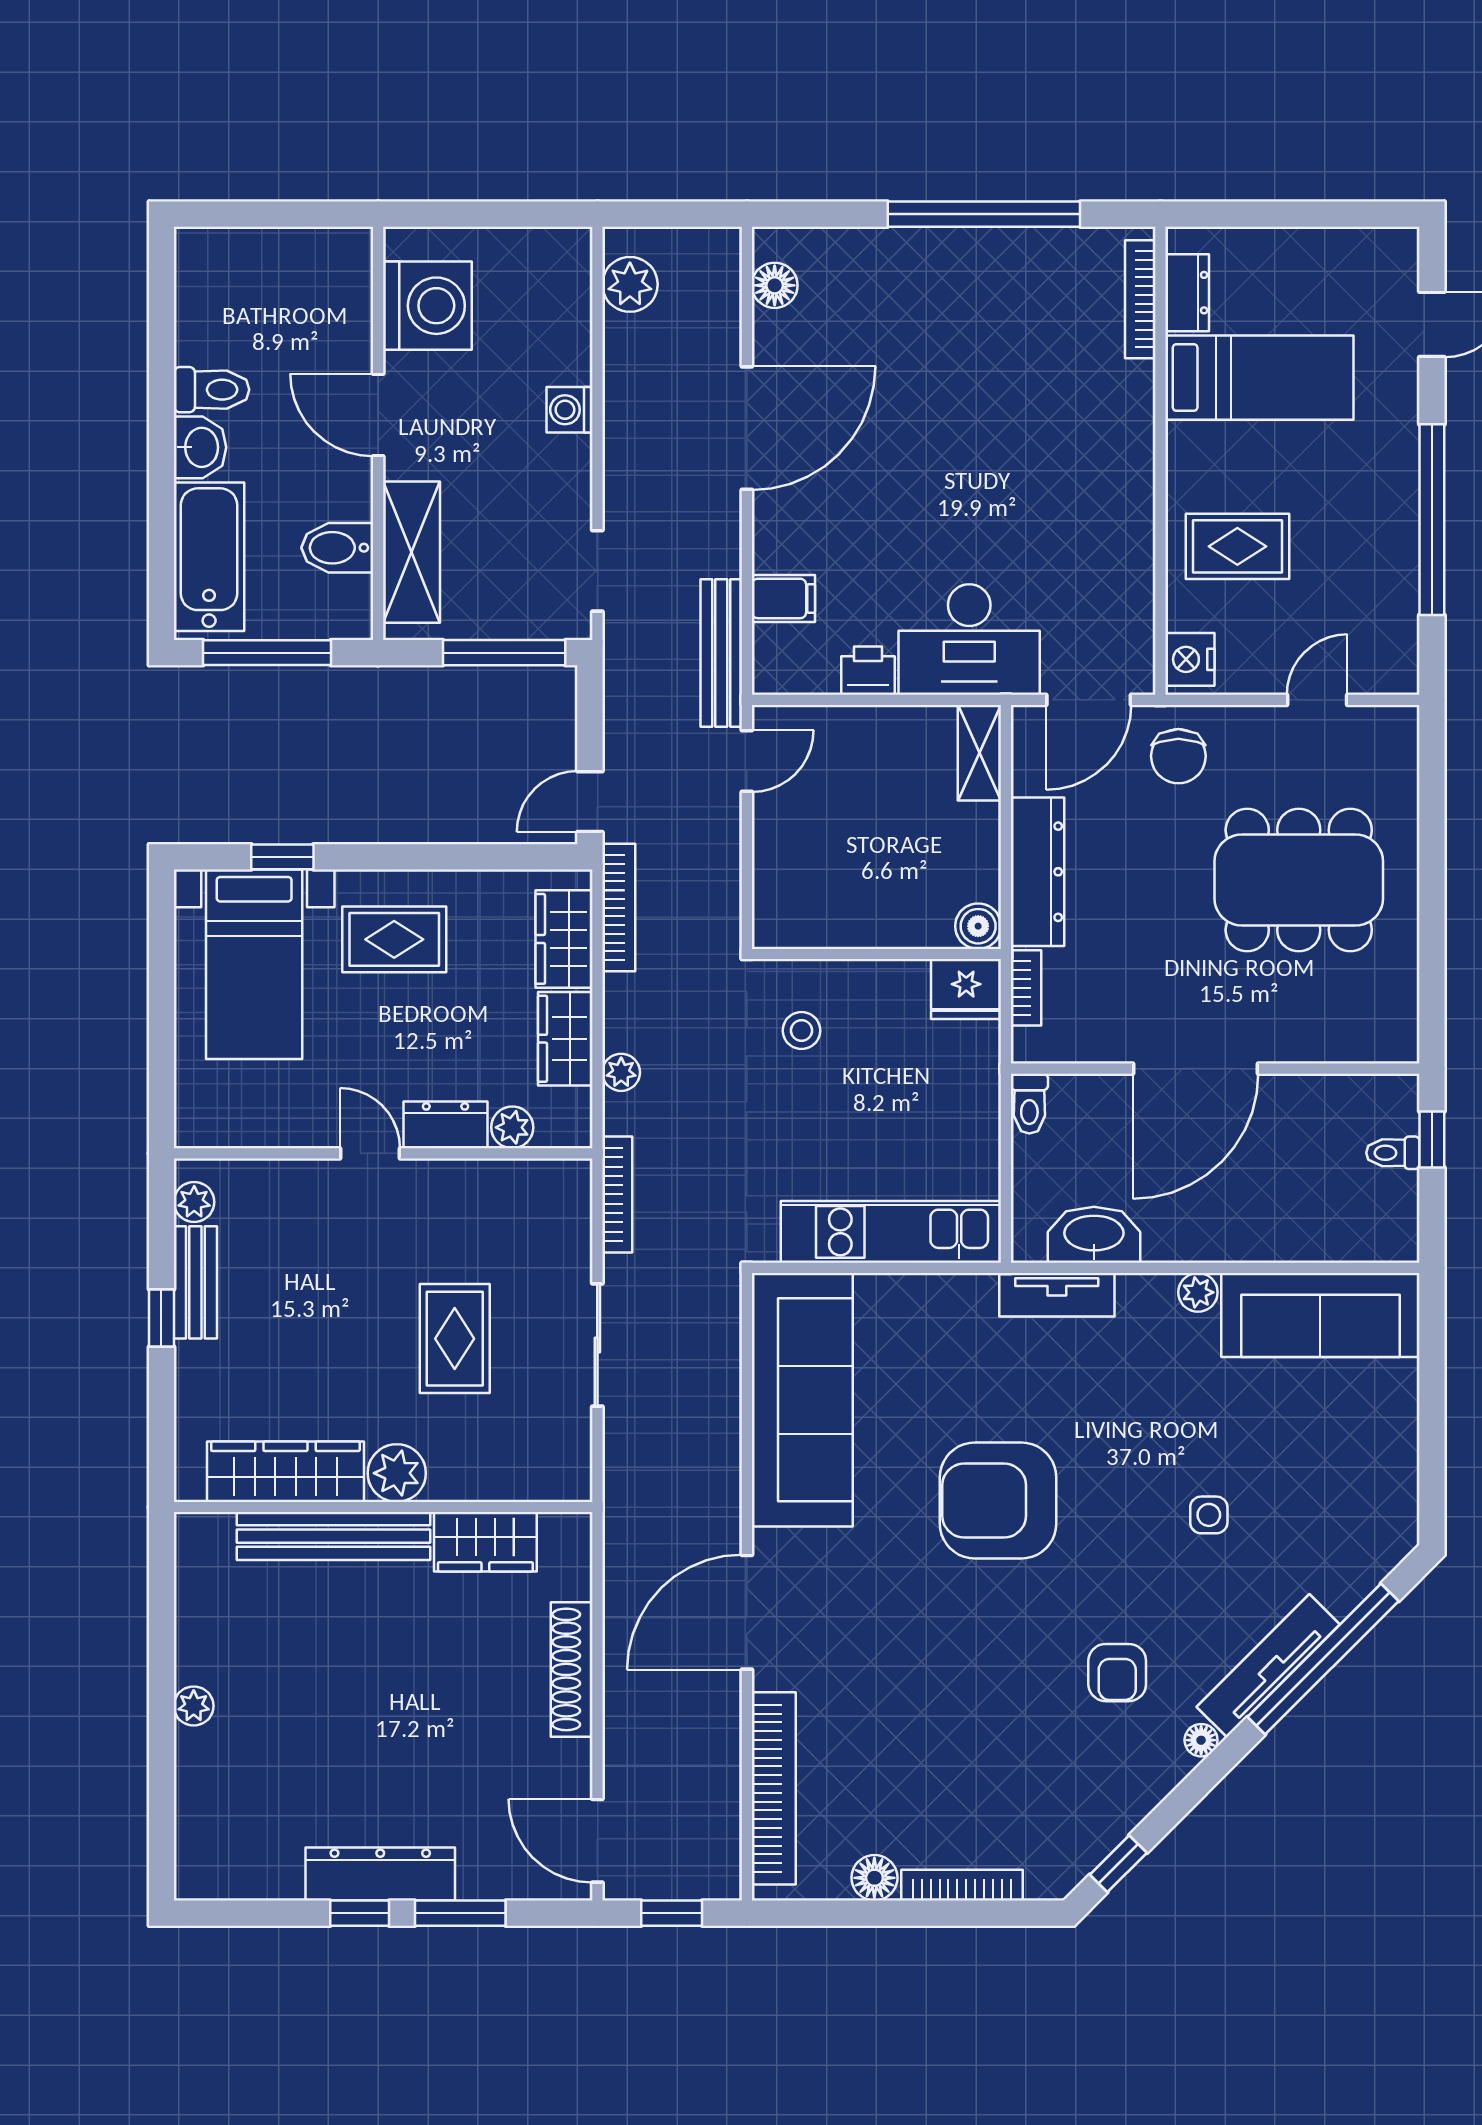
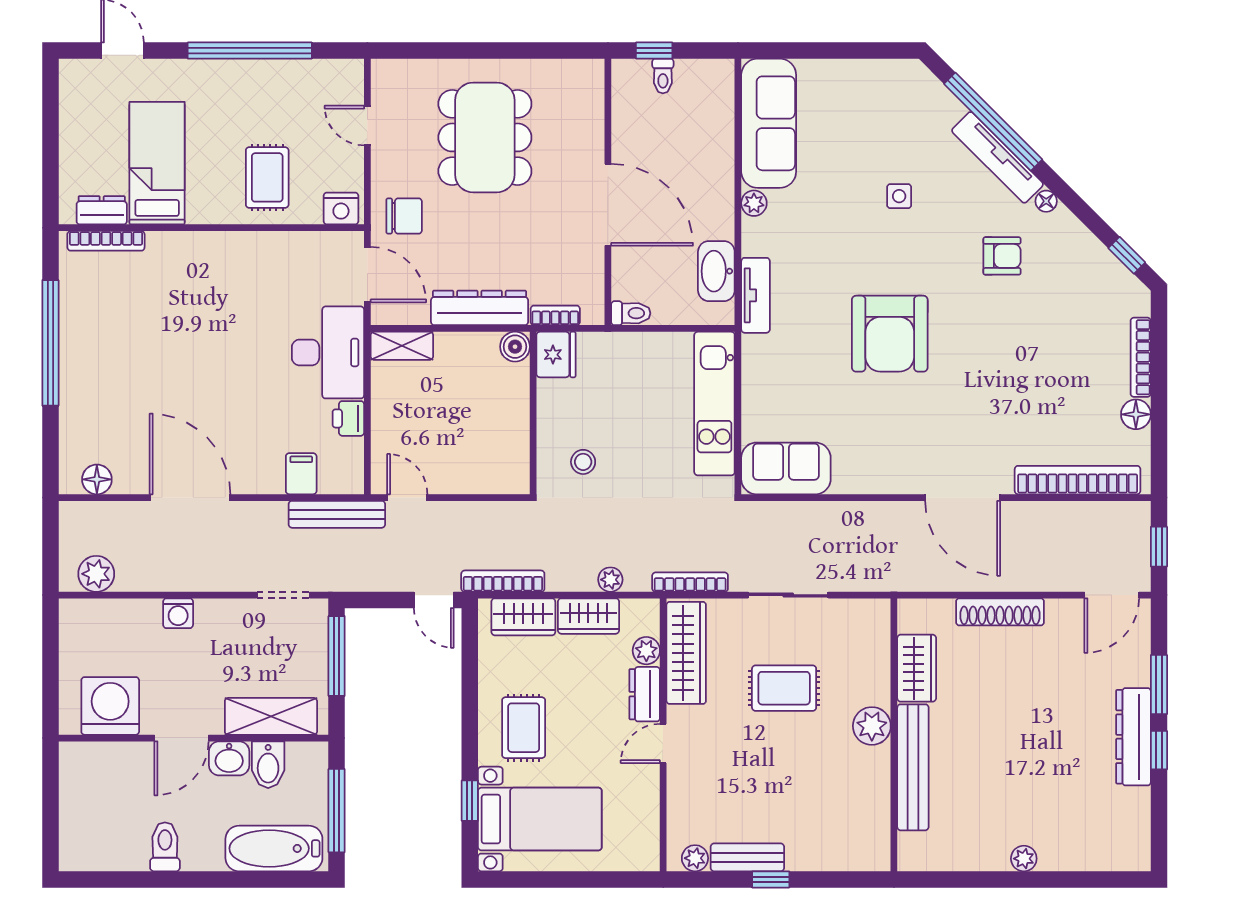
washbasin: (200, 447) -> (229, 758), moved, turned 180
sofa: (802, 1400) -> (786, 468), width x0.54, depth x0.79
wardrobe: (285, 1472) -> (686, 653), moved, turned 180

